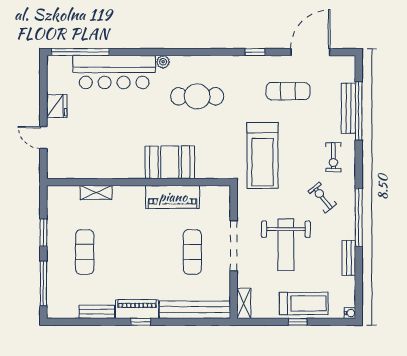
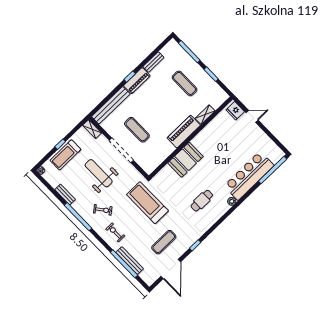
cafe table: (197, 96) -> (202, 201), width x0.73, depth x0.74
fridge: (57, 106) -> (235, 111), moved
piano: (173, 197) -> (184, 132), moved

